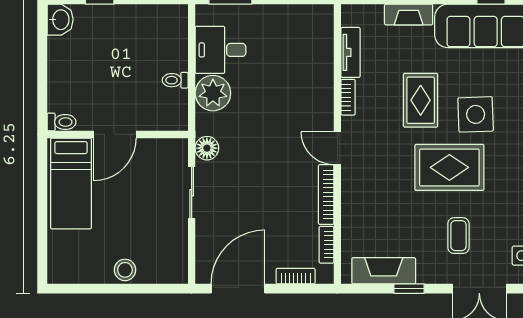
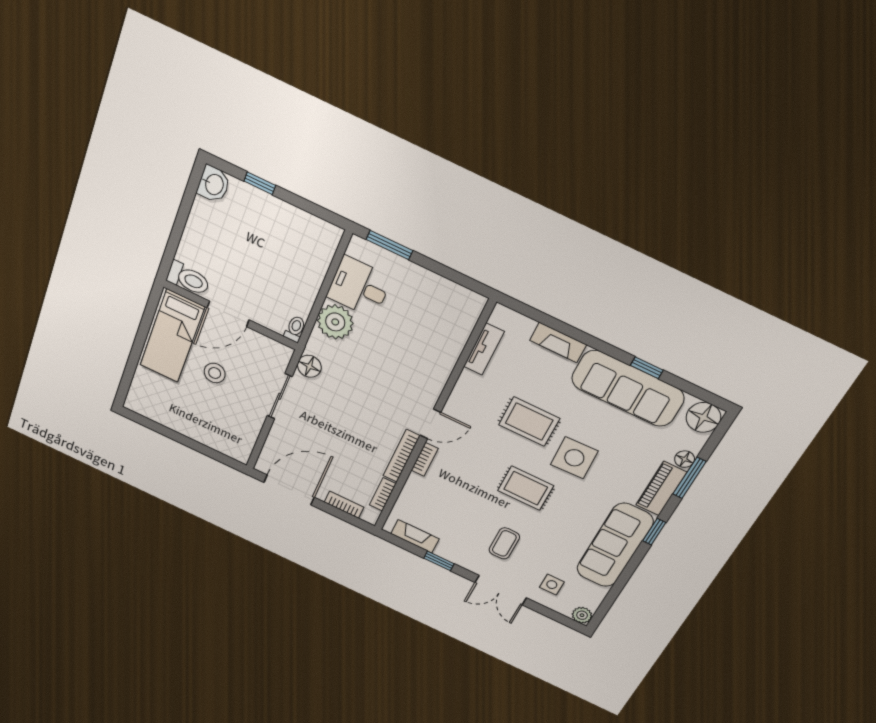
toilet: (175, 80) -> (295, 329), moved, turned 90
bookcase: (348, 97) -> (425, 459), moved
rug: (421, 100) -> (529, 422), turned 90
toilet: (61, 122) -> (188, 279), width x1.37, depth x1.39
door: (337, 148) -> (430, 424), swing flipped
rug: (449, 167) -> (526, 488), width x0.73, depth x0.70
stool: (125, 270) -> (215, 373), moved
fireplace: (384, 271) -> (415, 536), width x0.73, depth x0.76

